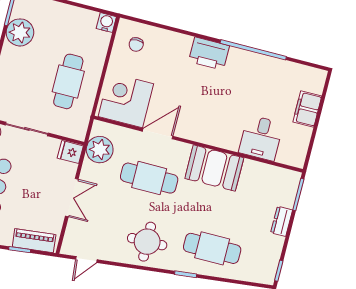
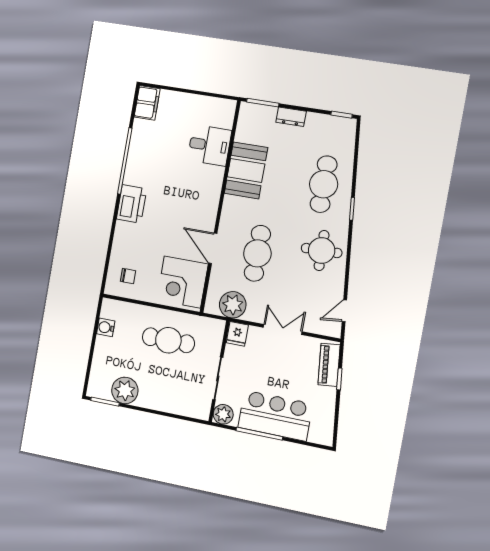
water cooler: (106, 23) -> (106, 327), moved
filing cabinet: (307, 109) -> (147, 103), moved, turned -90
booth: (214, 168) -> (246, 170), moved
door: (86, 260) -> (344, 311), swing flipped

